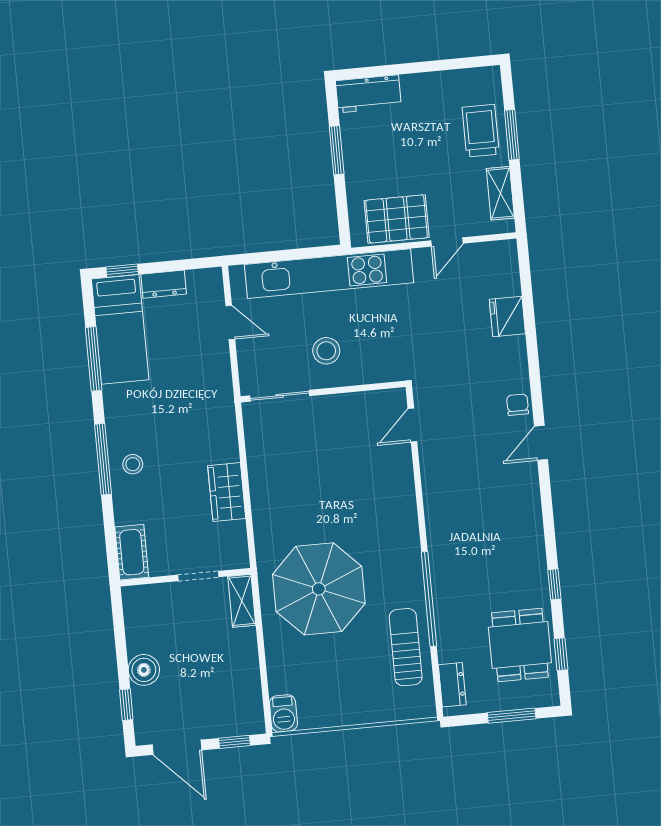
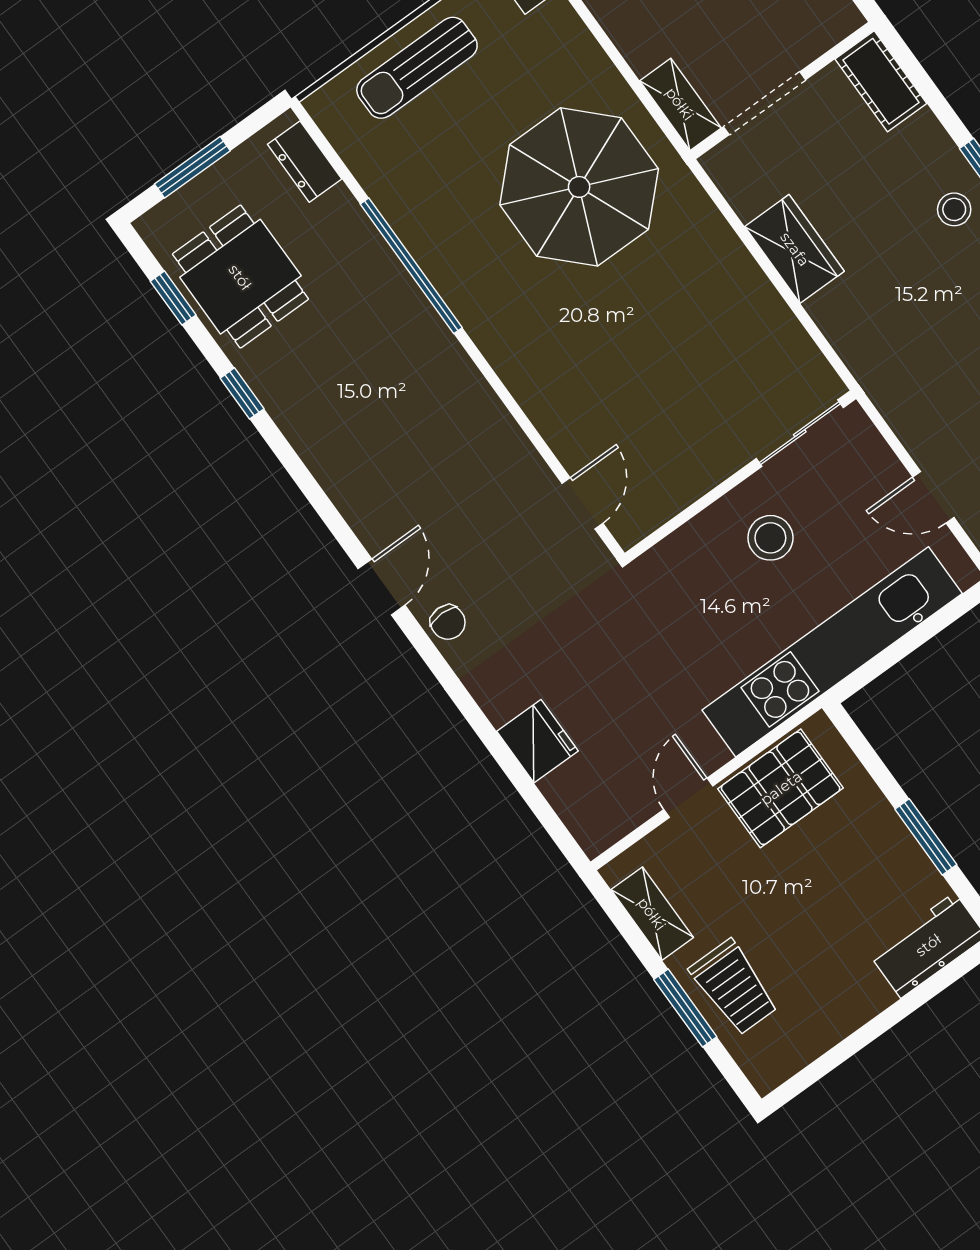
doorway: (198, 576) -> (765, 103), width x1.38
sun lounger: (406, 647) -> (417, 68), moved, turned 90

